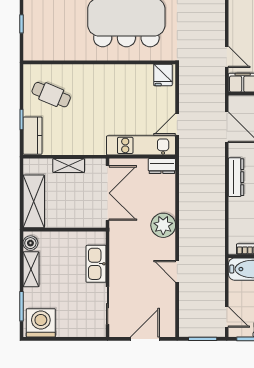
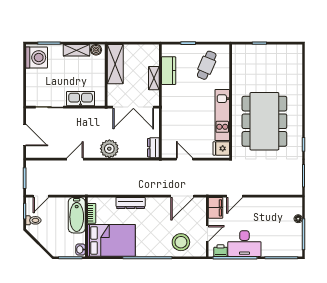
kitchen counter: (32, 136) -> (169, 71), moved, turned -90
kitchen unit: (141, 145) -> (222, 115), moved, turned 180
dresser: (236, 177) -> (131, 203), moved
shelving: (34, 201) -> (115, 64), moved, turned 90

